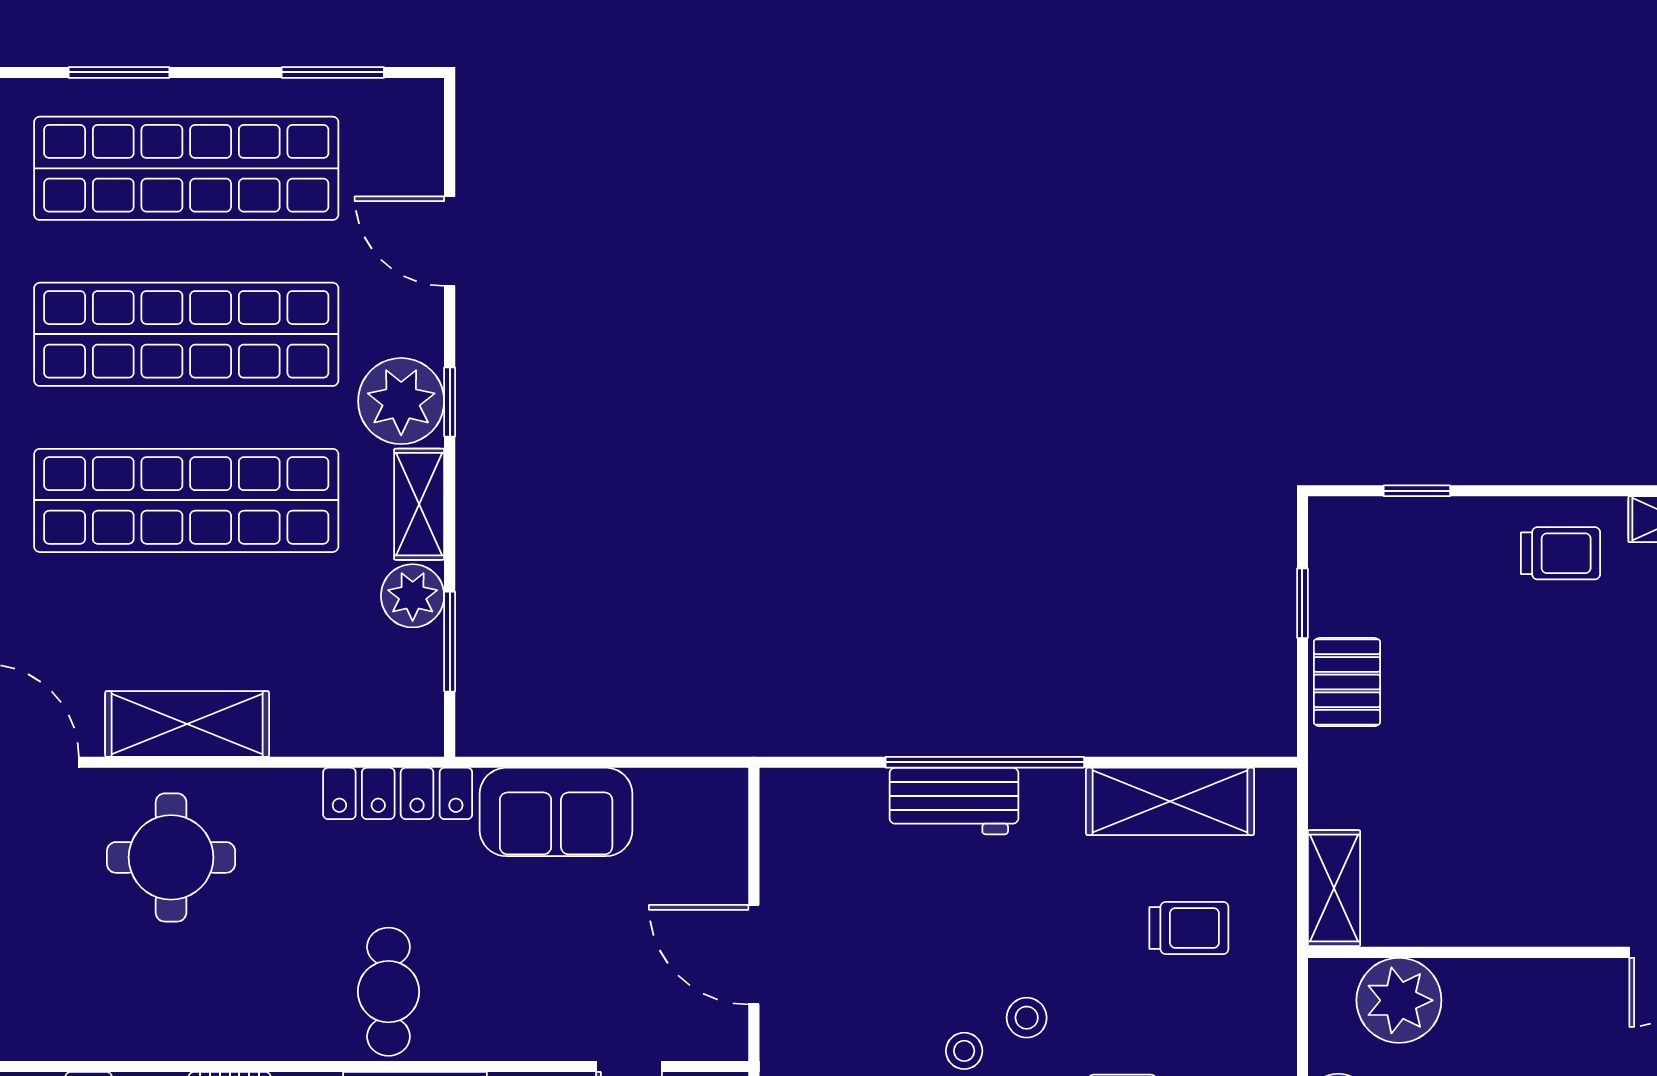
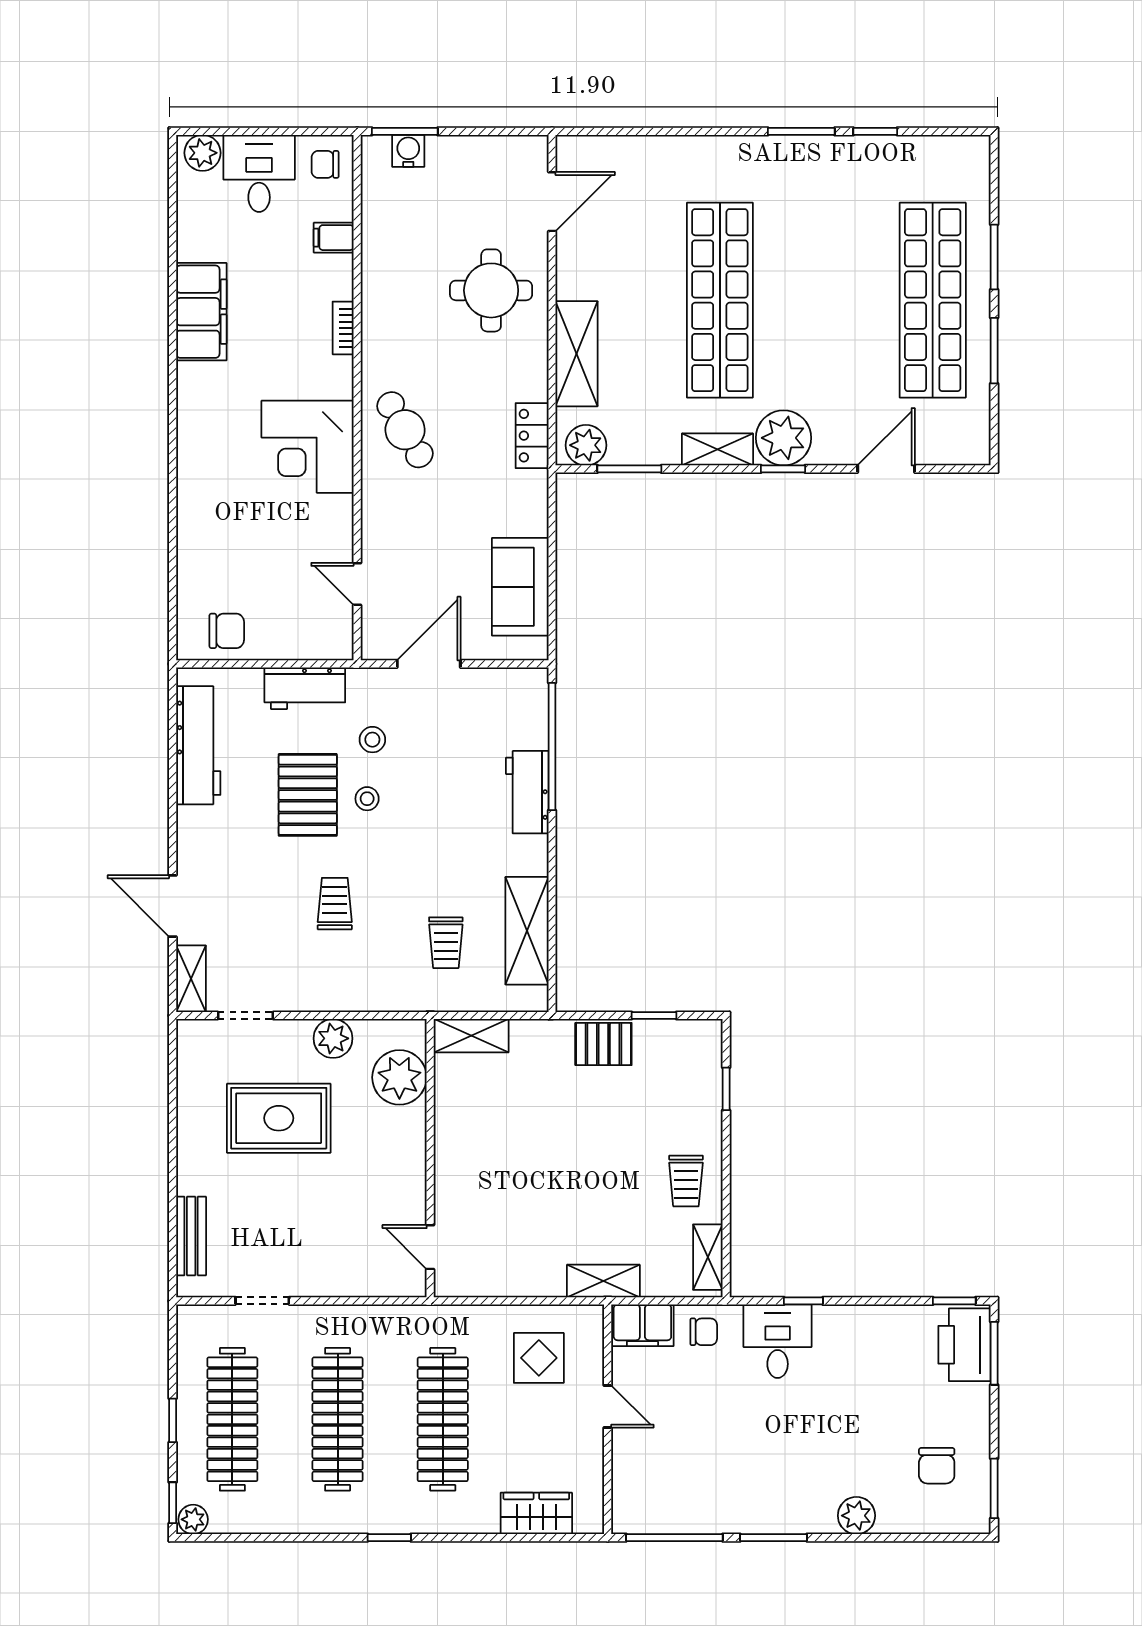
window: (333, 72) -> (994, 351), moved
shop shelf: (186, 334) -> (826, 300), removed
plant: (413, 596) -> (586, 445), moved
shelving: (187, 724) -> (577, 354), moved
window: (985, 762) -> (552, 747), moved
locker: (398, 793) -> (532, 436), width x0.66
sofa: (556, 812) -> (520, 587), moved
cafe table: (388, 992) -> (405, 430), turned 60
stool: (1027, 1018) -> (372, 740), moved

